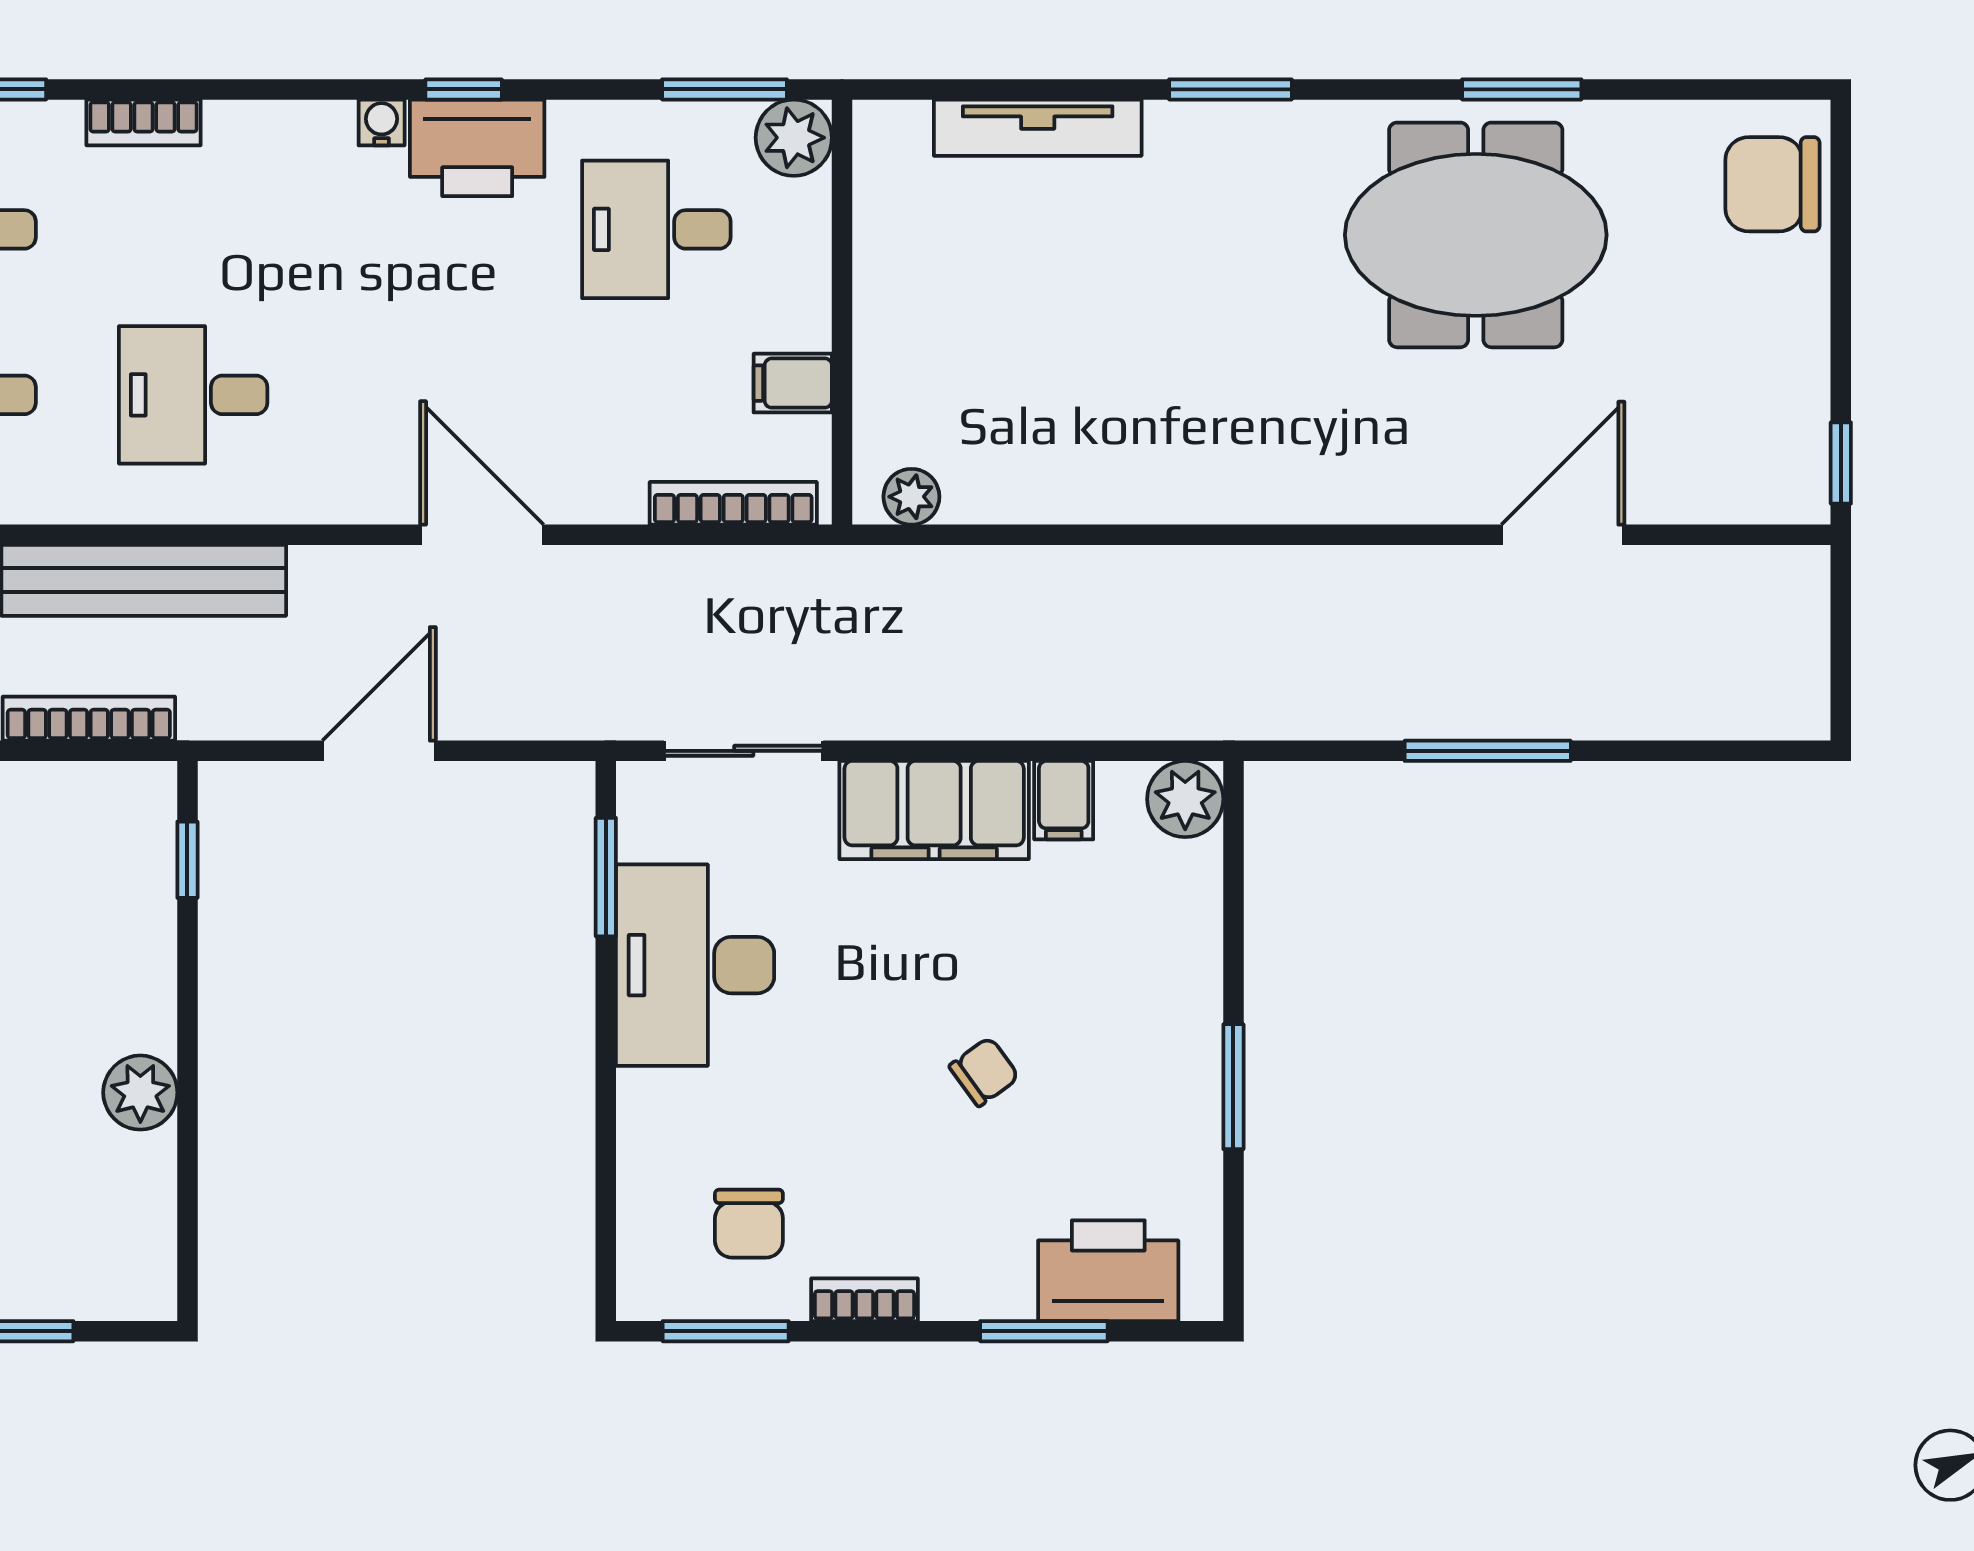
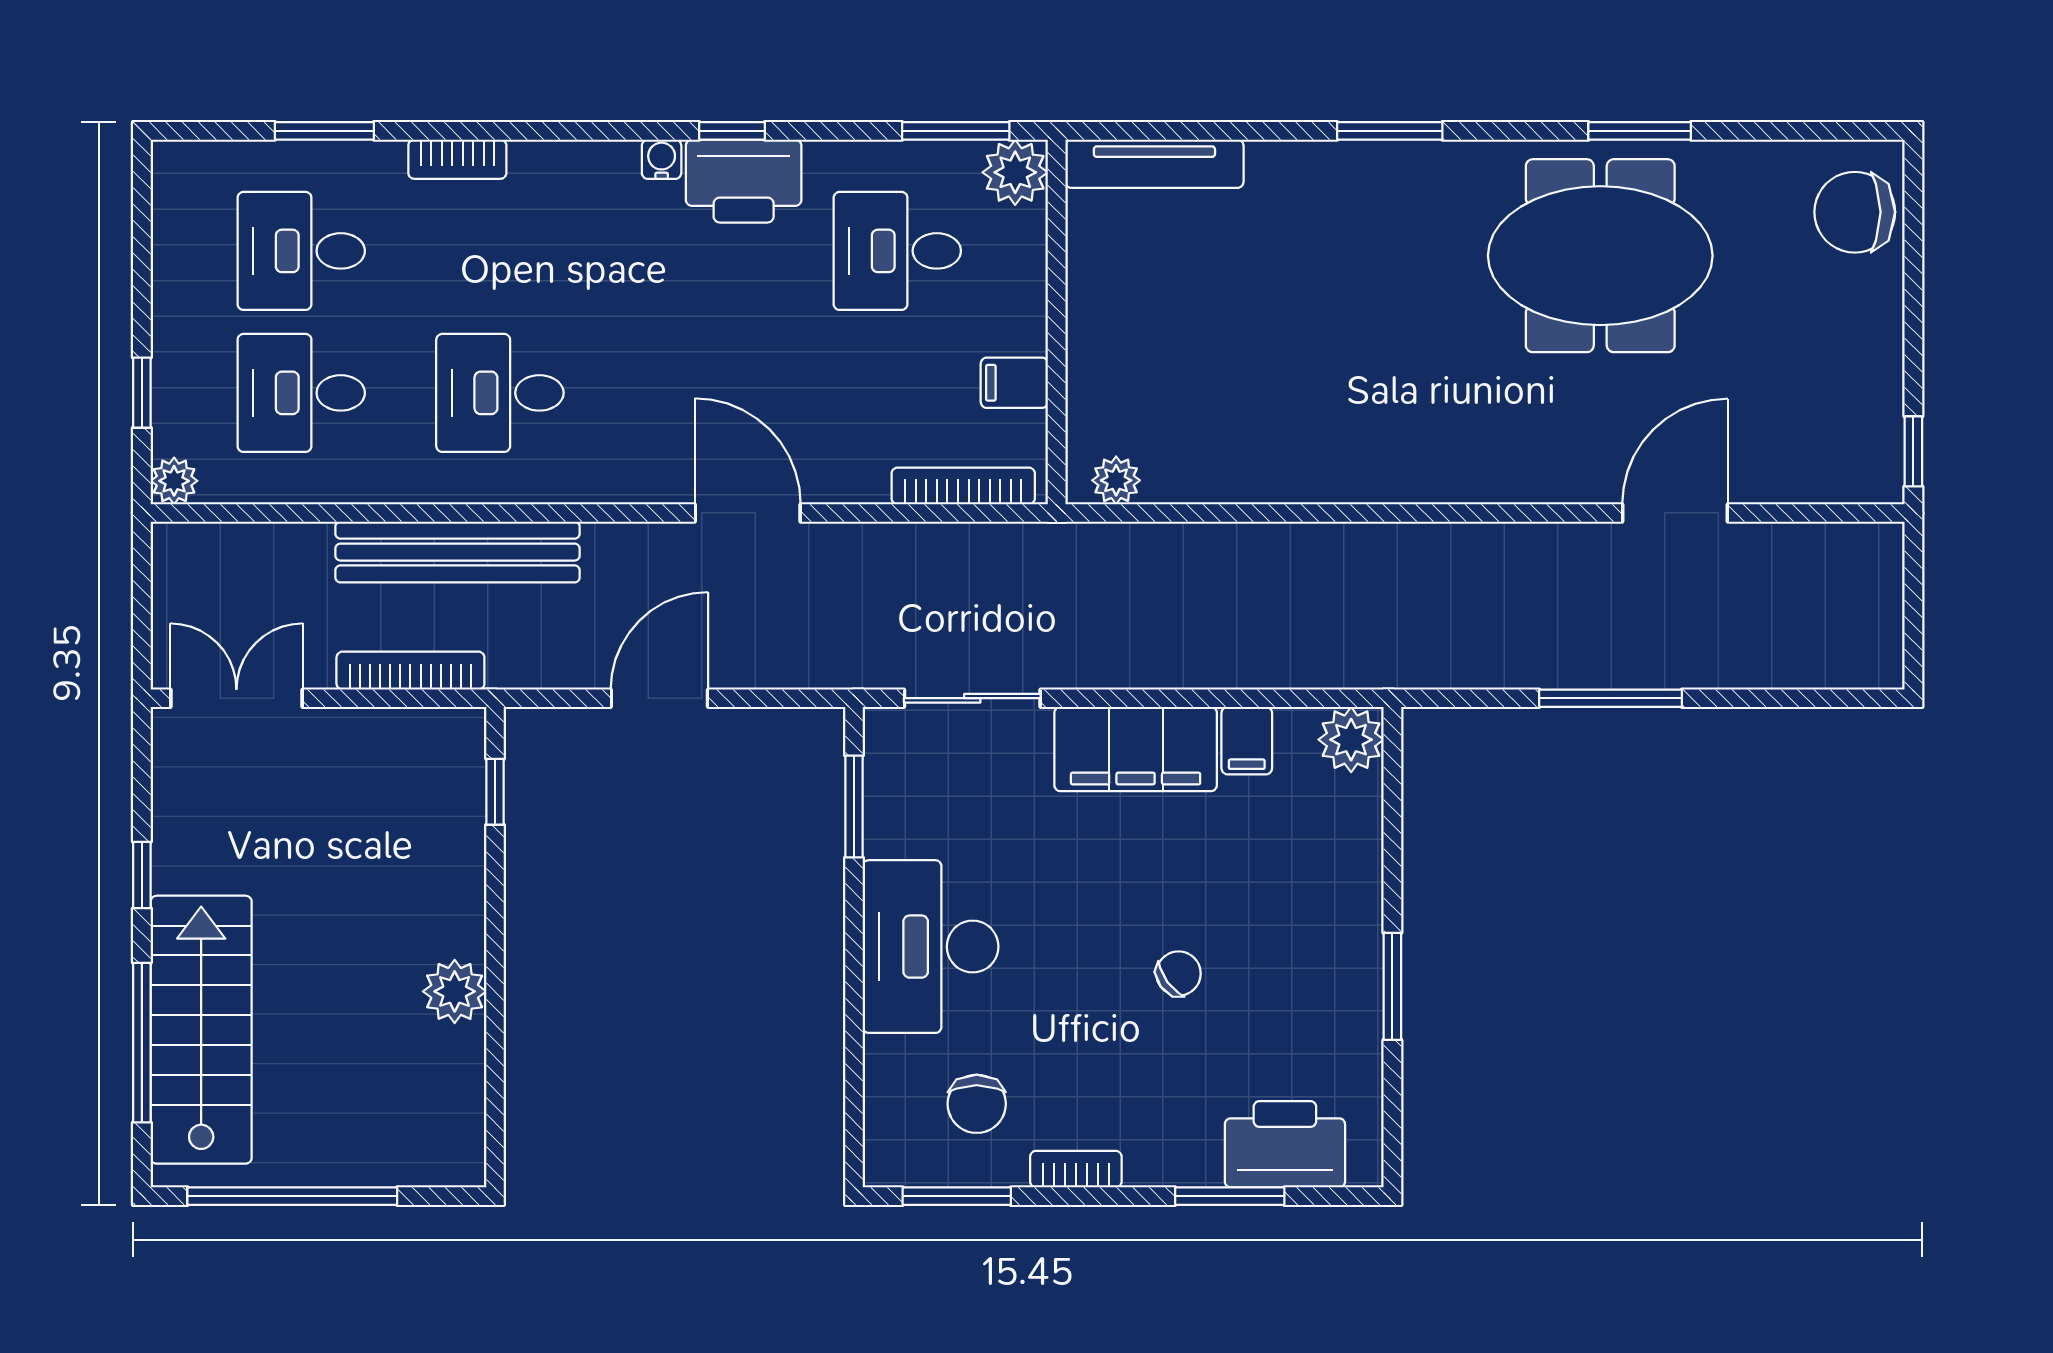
tv unit: (1038, 128) -> (1154, 164), moved
desk: (695, 965) -> (931, 947), moved

